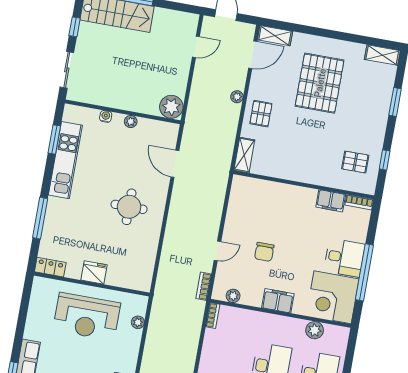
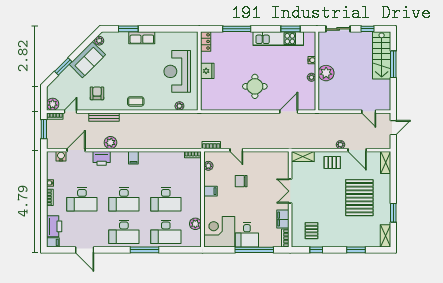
window: (351, 38) -> (393, 213), added
door: (253, 55) -> (357, 150), moved
pallet: (320, 83) -> (359, 198), turned 90
plant: (171, 107) -> (326, 73), moved
double door: (292, 183) -> (290, 191), added
window: (364, 272) -> (254, 250), moved
filing cabinet: (278, 301) -> (210, 191), width x0.50

